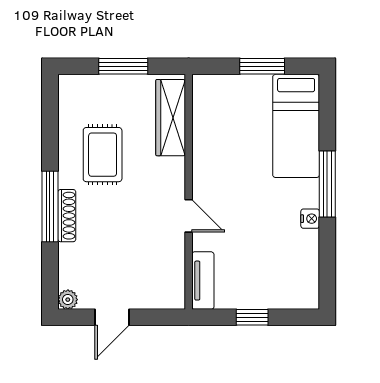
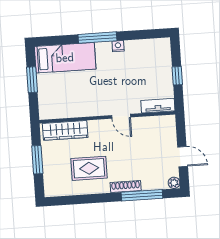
window: (50, 207) -> (142, 195), moved
door: (189, 216) -> (121, 116), swing flipped

